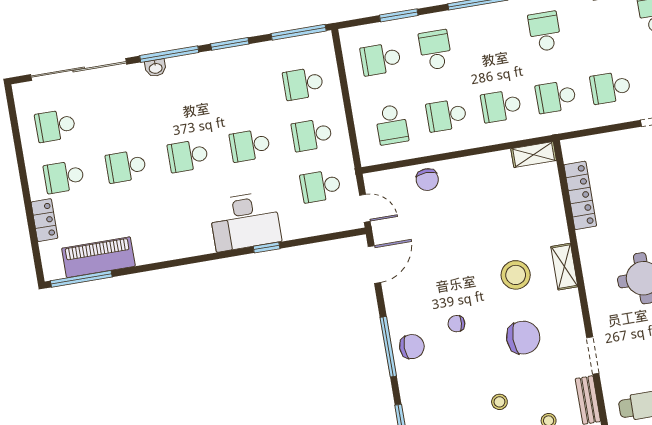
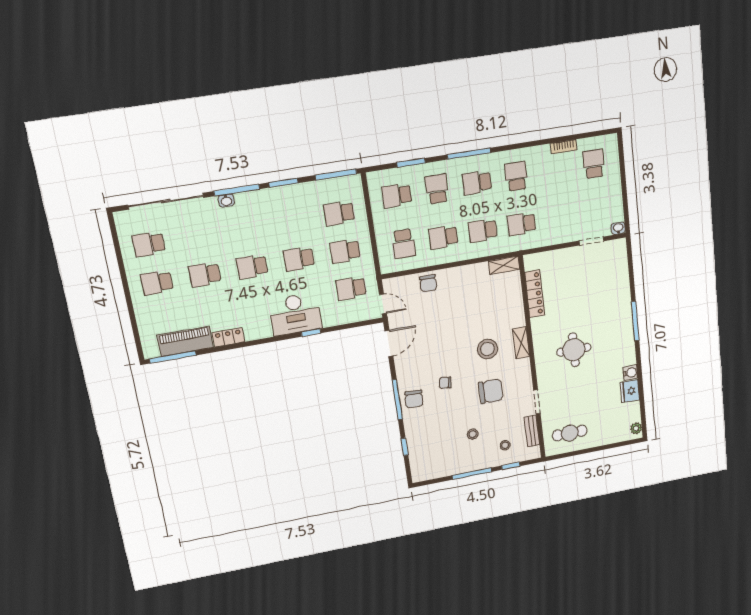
school desk: (610, 88) -> (477, 183), moved
locker: (44, 220) -> (228, 337), moved, turned -90
chair: (412, 347) -> (414, 399), turned 93

